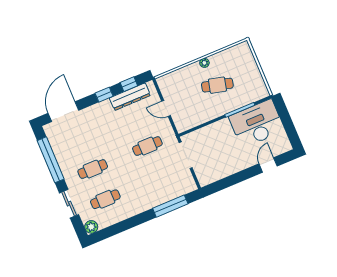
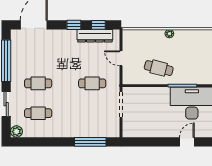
cafe table: (217, 85) -> (159, 68), moved

